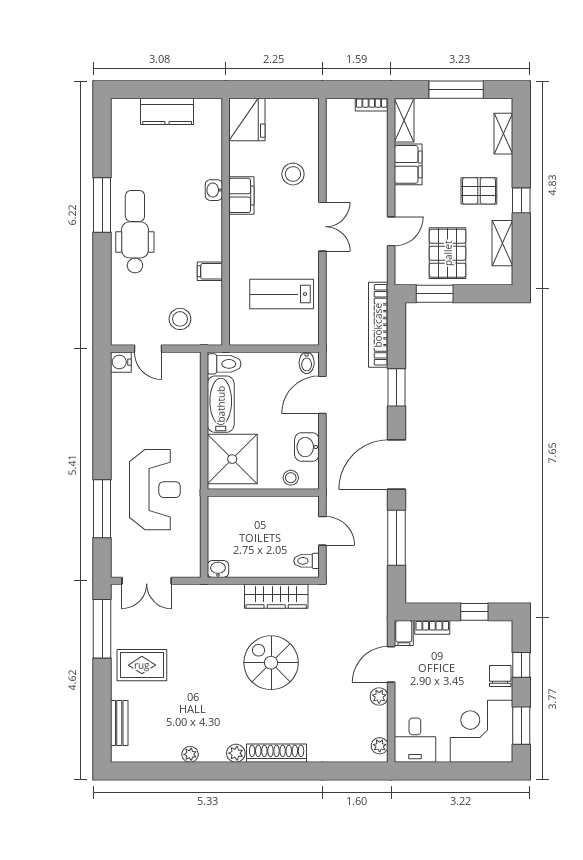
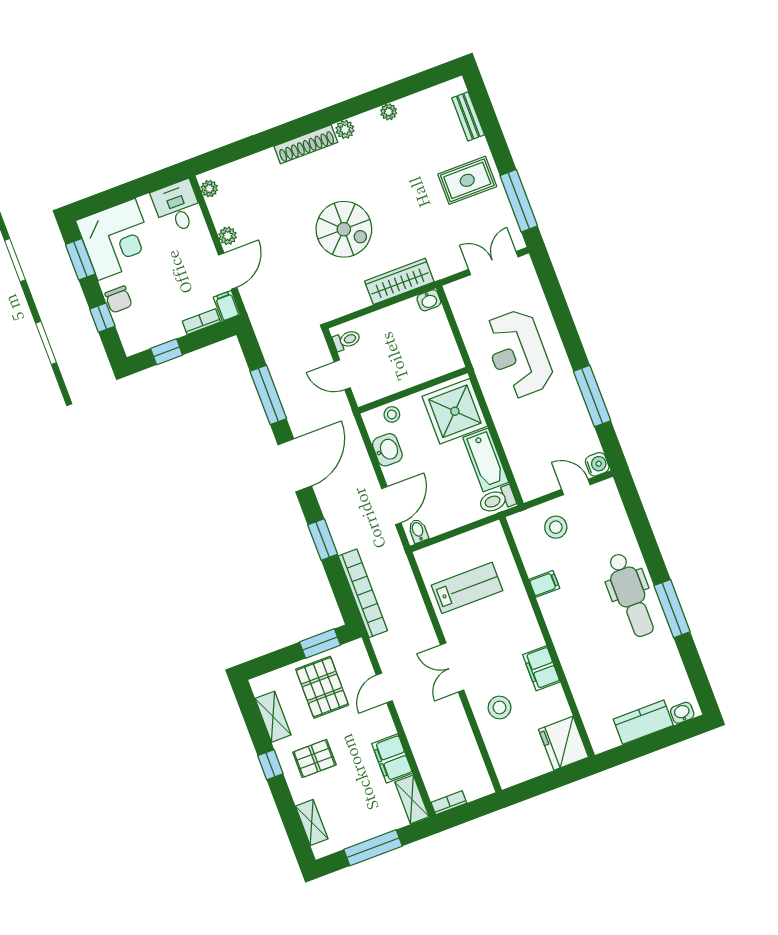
washbasin: (214, 190) -> (682, 713), moved, turned -90
window: (102, 509) -> (592, 396), moved
wardrobe: (276, 596) -> (399, 281), moved

